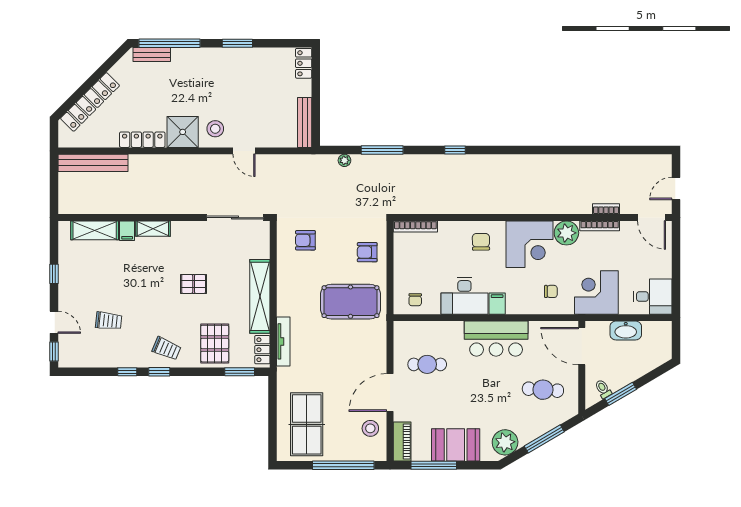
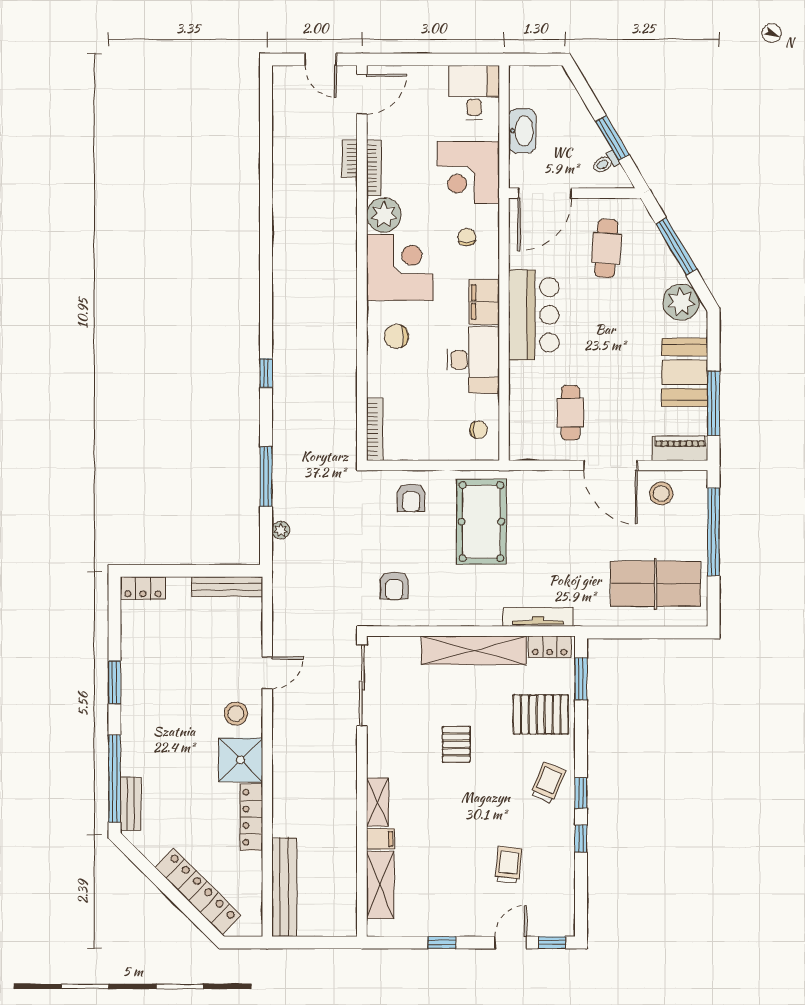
filing cabinet: (497, 304) -> (484, 302), width x2.00

